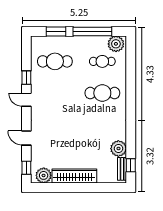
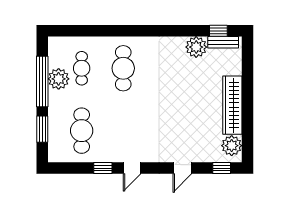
plant: (116, 44) -> (59, 79), moved

